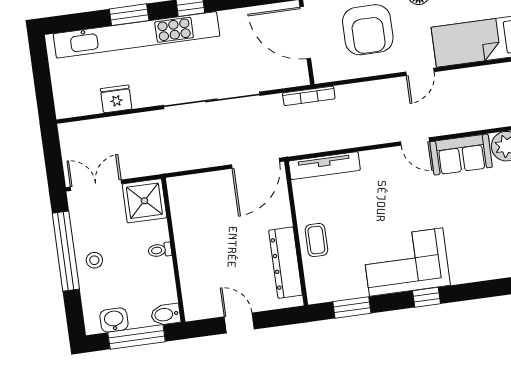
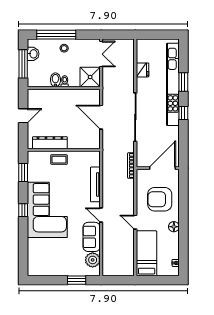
door: (415, 141) -> (101, 215), hinge flipped
door: (256, 163) -> (101, 117), moved
tv unit: (324, 166) -> (95, 184), moved
window: (66, 251) -> (56, 35), moved
corner sofa: (406, 262) -> (47, 210), width x1.36, depth x1.36
bidet: (166, 314) -> (55, 80), moved

